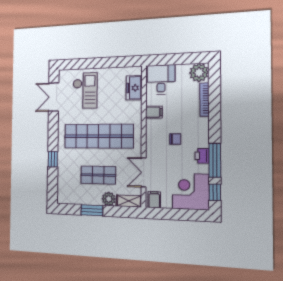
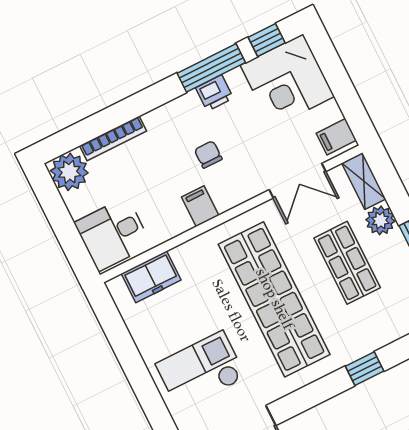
filing cabinet: (154, 112) -> (200, 206), moved

